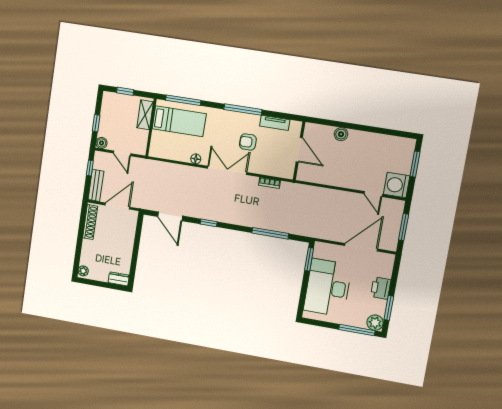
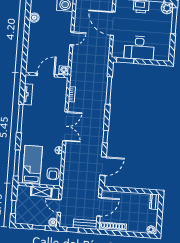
shelving: (145, 115) -> (41, 192), moved
boiler: (341, 134) -> (34, 18), moved
armchair: (248, 142) -> (53, 174), moved
door: (122, 153) -> (59, 206), swing flipped
double door: (227, 170) -> (65, 126), swing flipped
washing machine: (303, 175) -> (64, 71), added
door: (373, 194) -> (72, 38), moved
door: (117, 206) -> (99, 207), swing flipped
desk: (328, 288) -> (139, 48), width x0.73, depth x0.77

